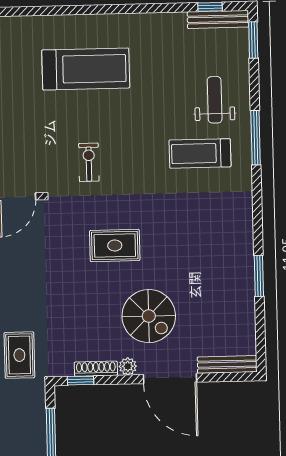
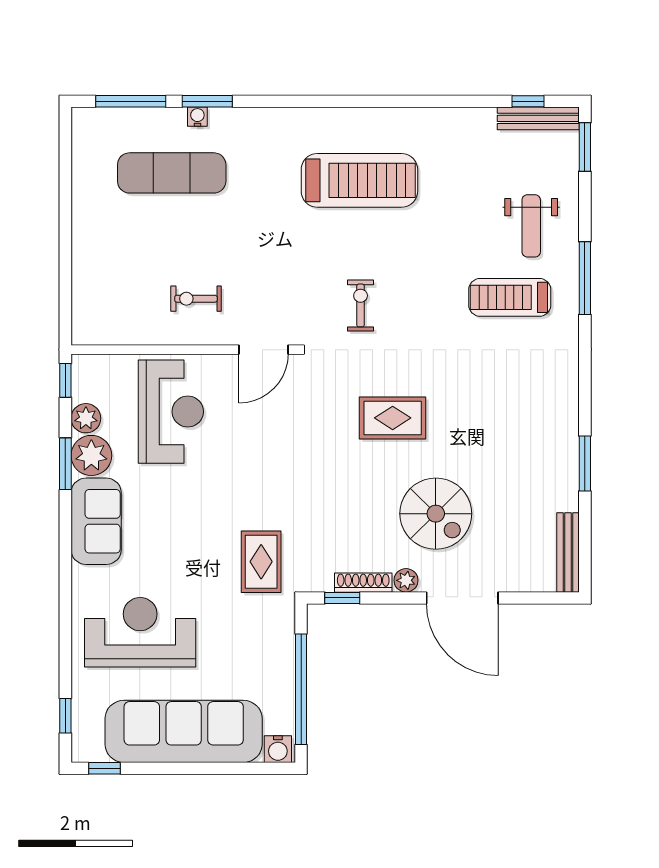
weight bench: (215, 100) -> (531, 226), turned 180
bench: (227, 364) -> (568, 552), moved, turned 90

